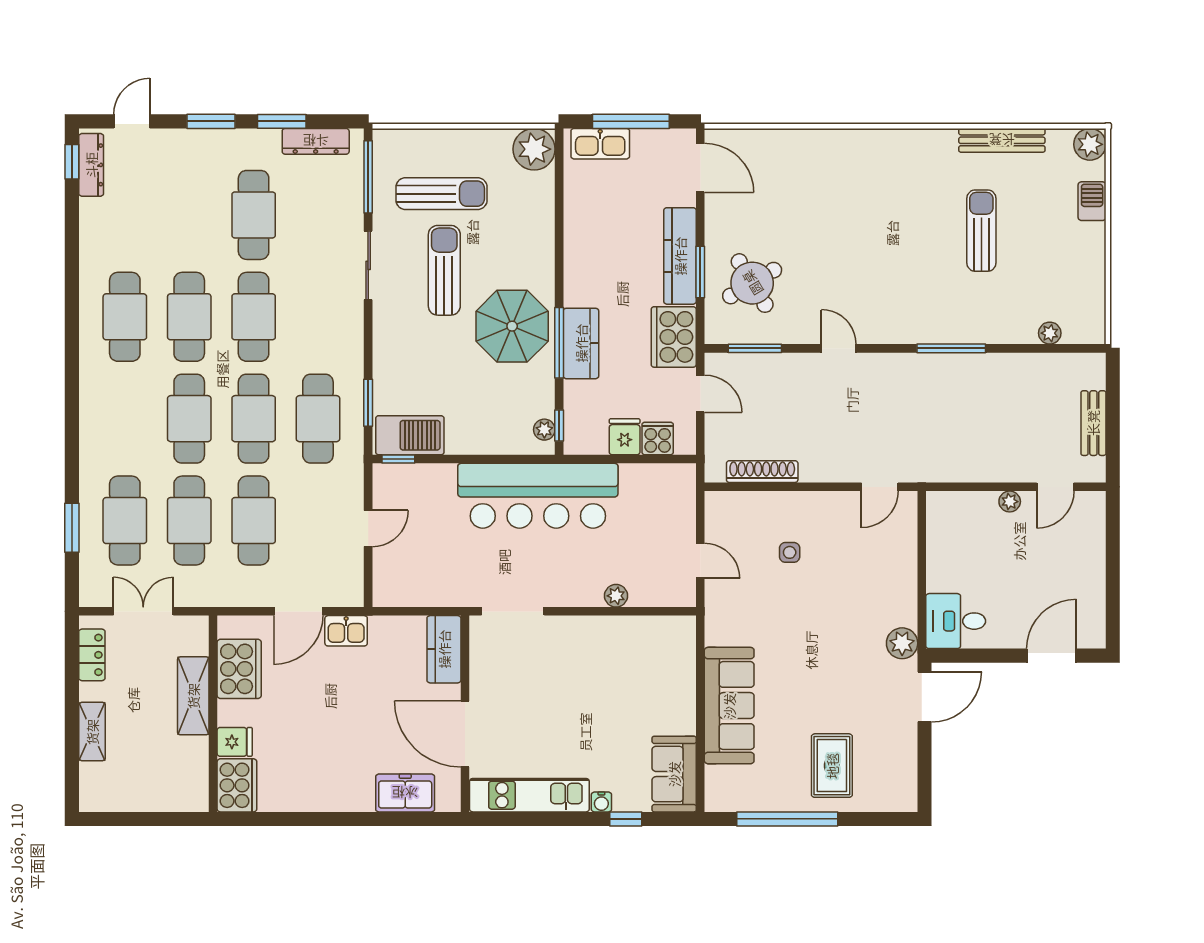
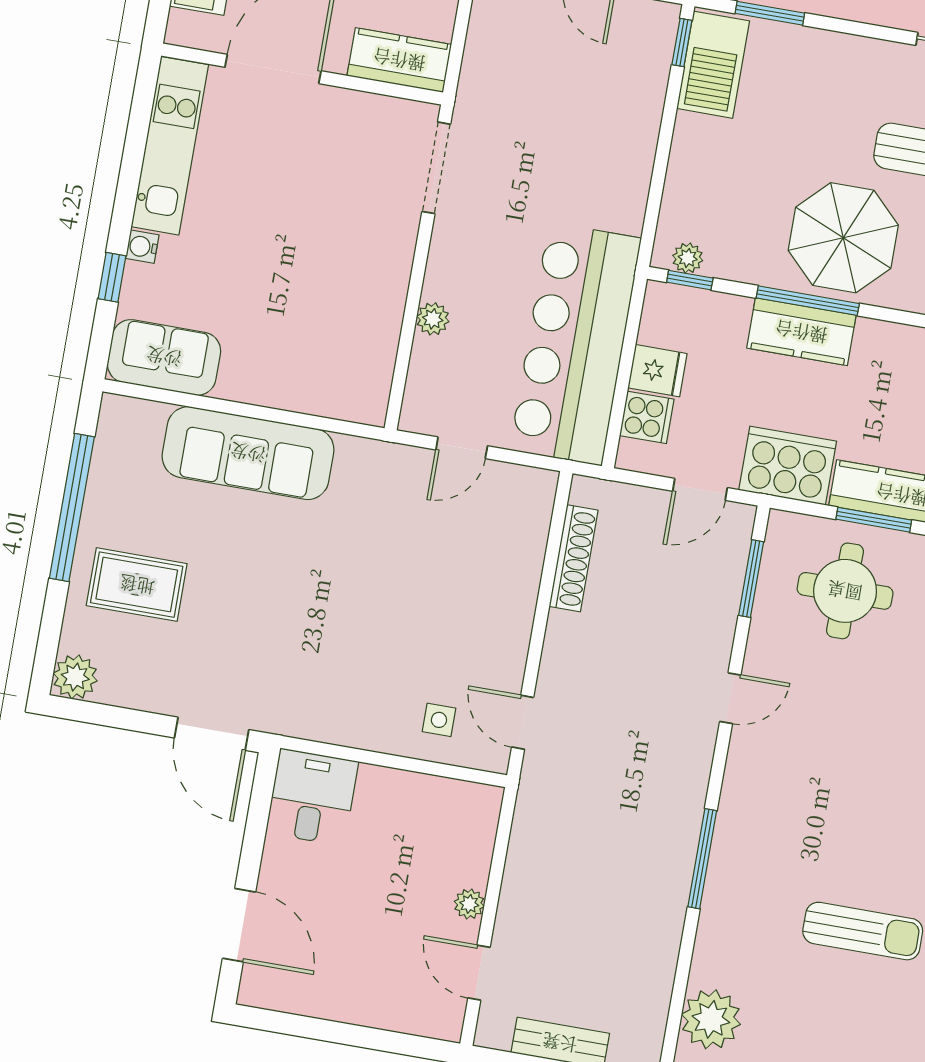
round table: (752, 283) -> (845, 591), turned 31
plant: (1050, 333) -> (711, 1019), width x1.87, depth x1.87
bar counter: (538, 496) -> (575, 344), moved
side table: (790, 552) -> (439, 720), moved
plant: (902, 643) -> (75, 677), moved

